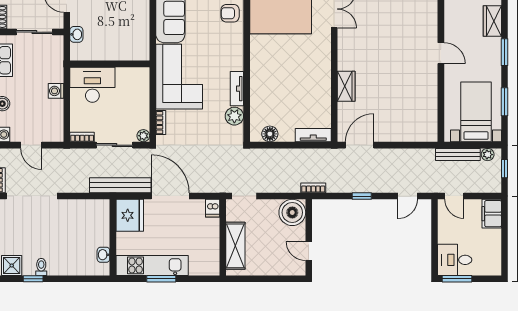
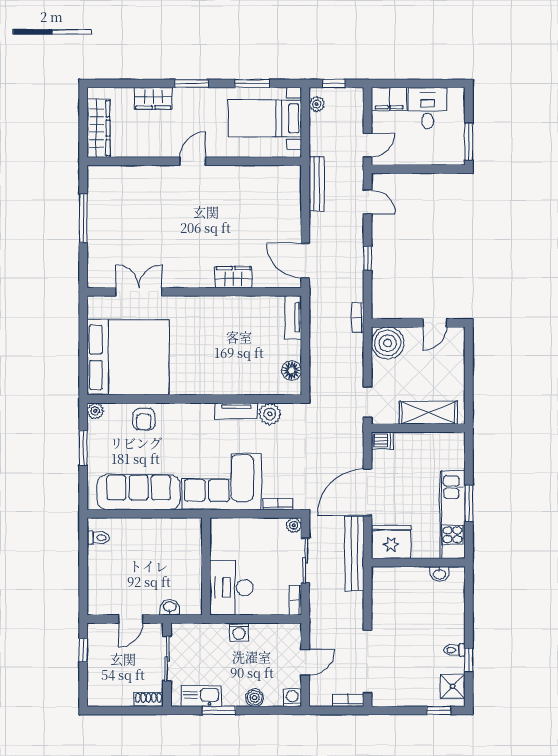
bench: (458, 154) -> (317, 184), moved
desk: (455, 260) -> (428, 108), moved, turned 180

